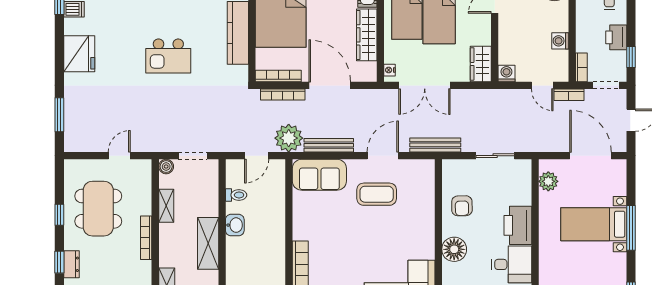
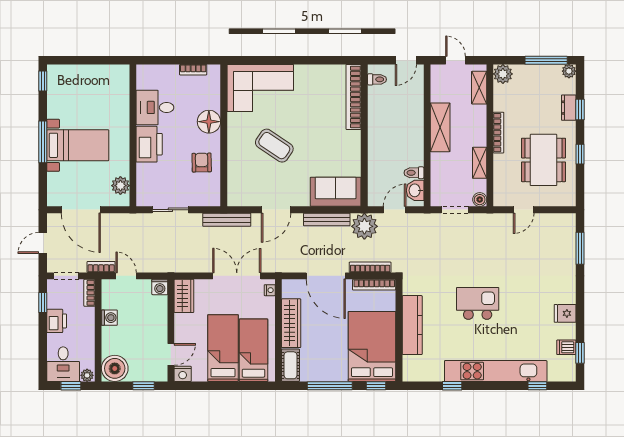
fridge: (79, 54) -> (565, 313), width x0.53, depth x0.75
coffee table: (377, 194) -> (274, 146), moved, turned 34
washbasin: (235, 225) -> (415, 190), moved

